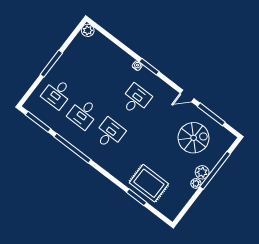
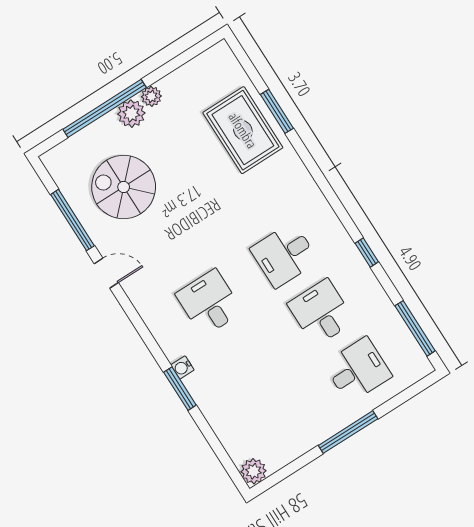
window: (149, 67) -> (180, 389), moved
desk: (136, 99) -> (209, 303), turned 90
desk: (83, 113) -> (321, 312), turned -90
window: (72, 148) -> (367, 253), width x0.32

